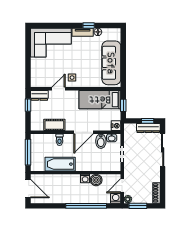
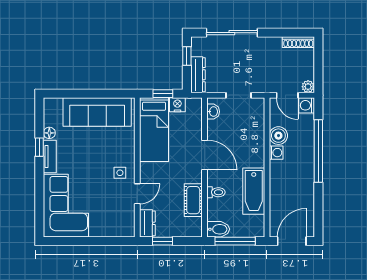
door: (58, 89) -> (137, 194), swing flipped
nightstand: (116, 126) -> (177, 105), moved
dresser: (148, 128) -> (198, 75), moved
bidet: (101, 141) -> (218, 229), moved
window: (138, 206) -> (318, 71), removed

